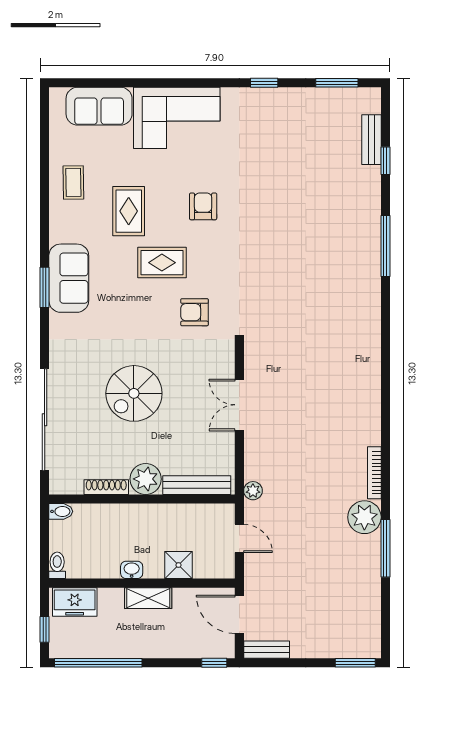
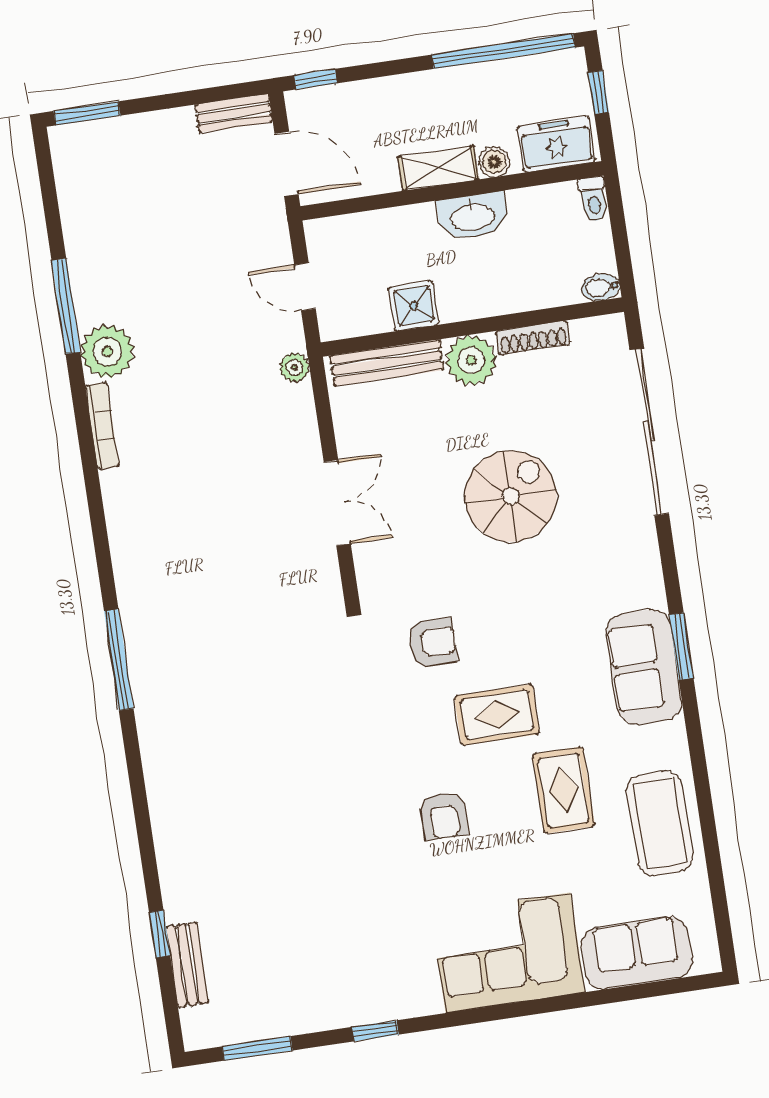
coffee table: (73, 182) -> (660, 823), width x1.86, depth x1.72
window: (385, 246) -> (119, 660), moved
shower: (178, 565) -> (414, 306), moved
washbasin: (132, 570) -> (473, 216), width x1.91, depth x1.45
boiler: (114, 597) -> (494, 162), added

